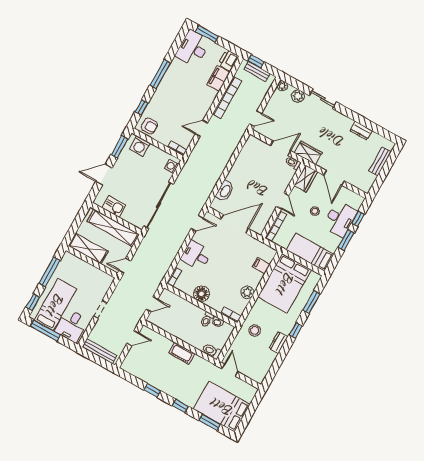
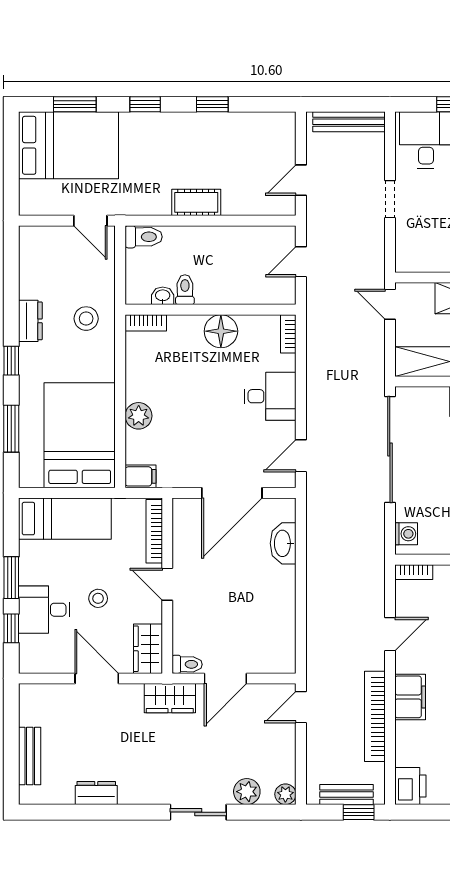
filing cabinet: (218, 78) -> (410, 697), moved
desk: (340, 219) -> (44, 610), width x0.73
door: (125, 266) -> (390, 304), swing flipped
filing cabinet: (261, 266) -> (140, 476), moved
plant: (247, 292) -> (139, 416), moved

